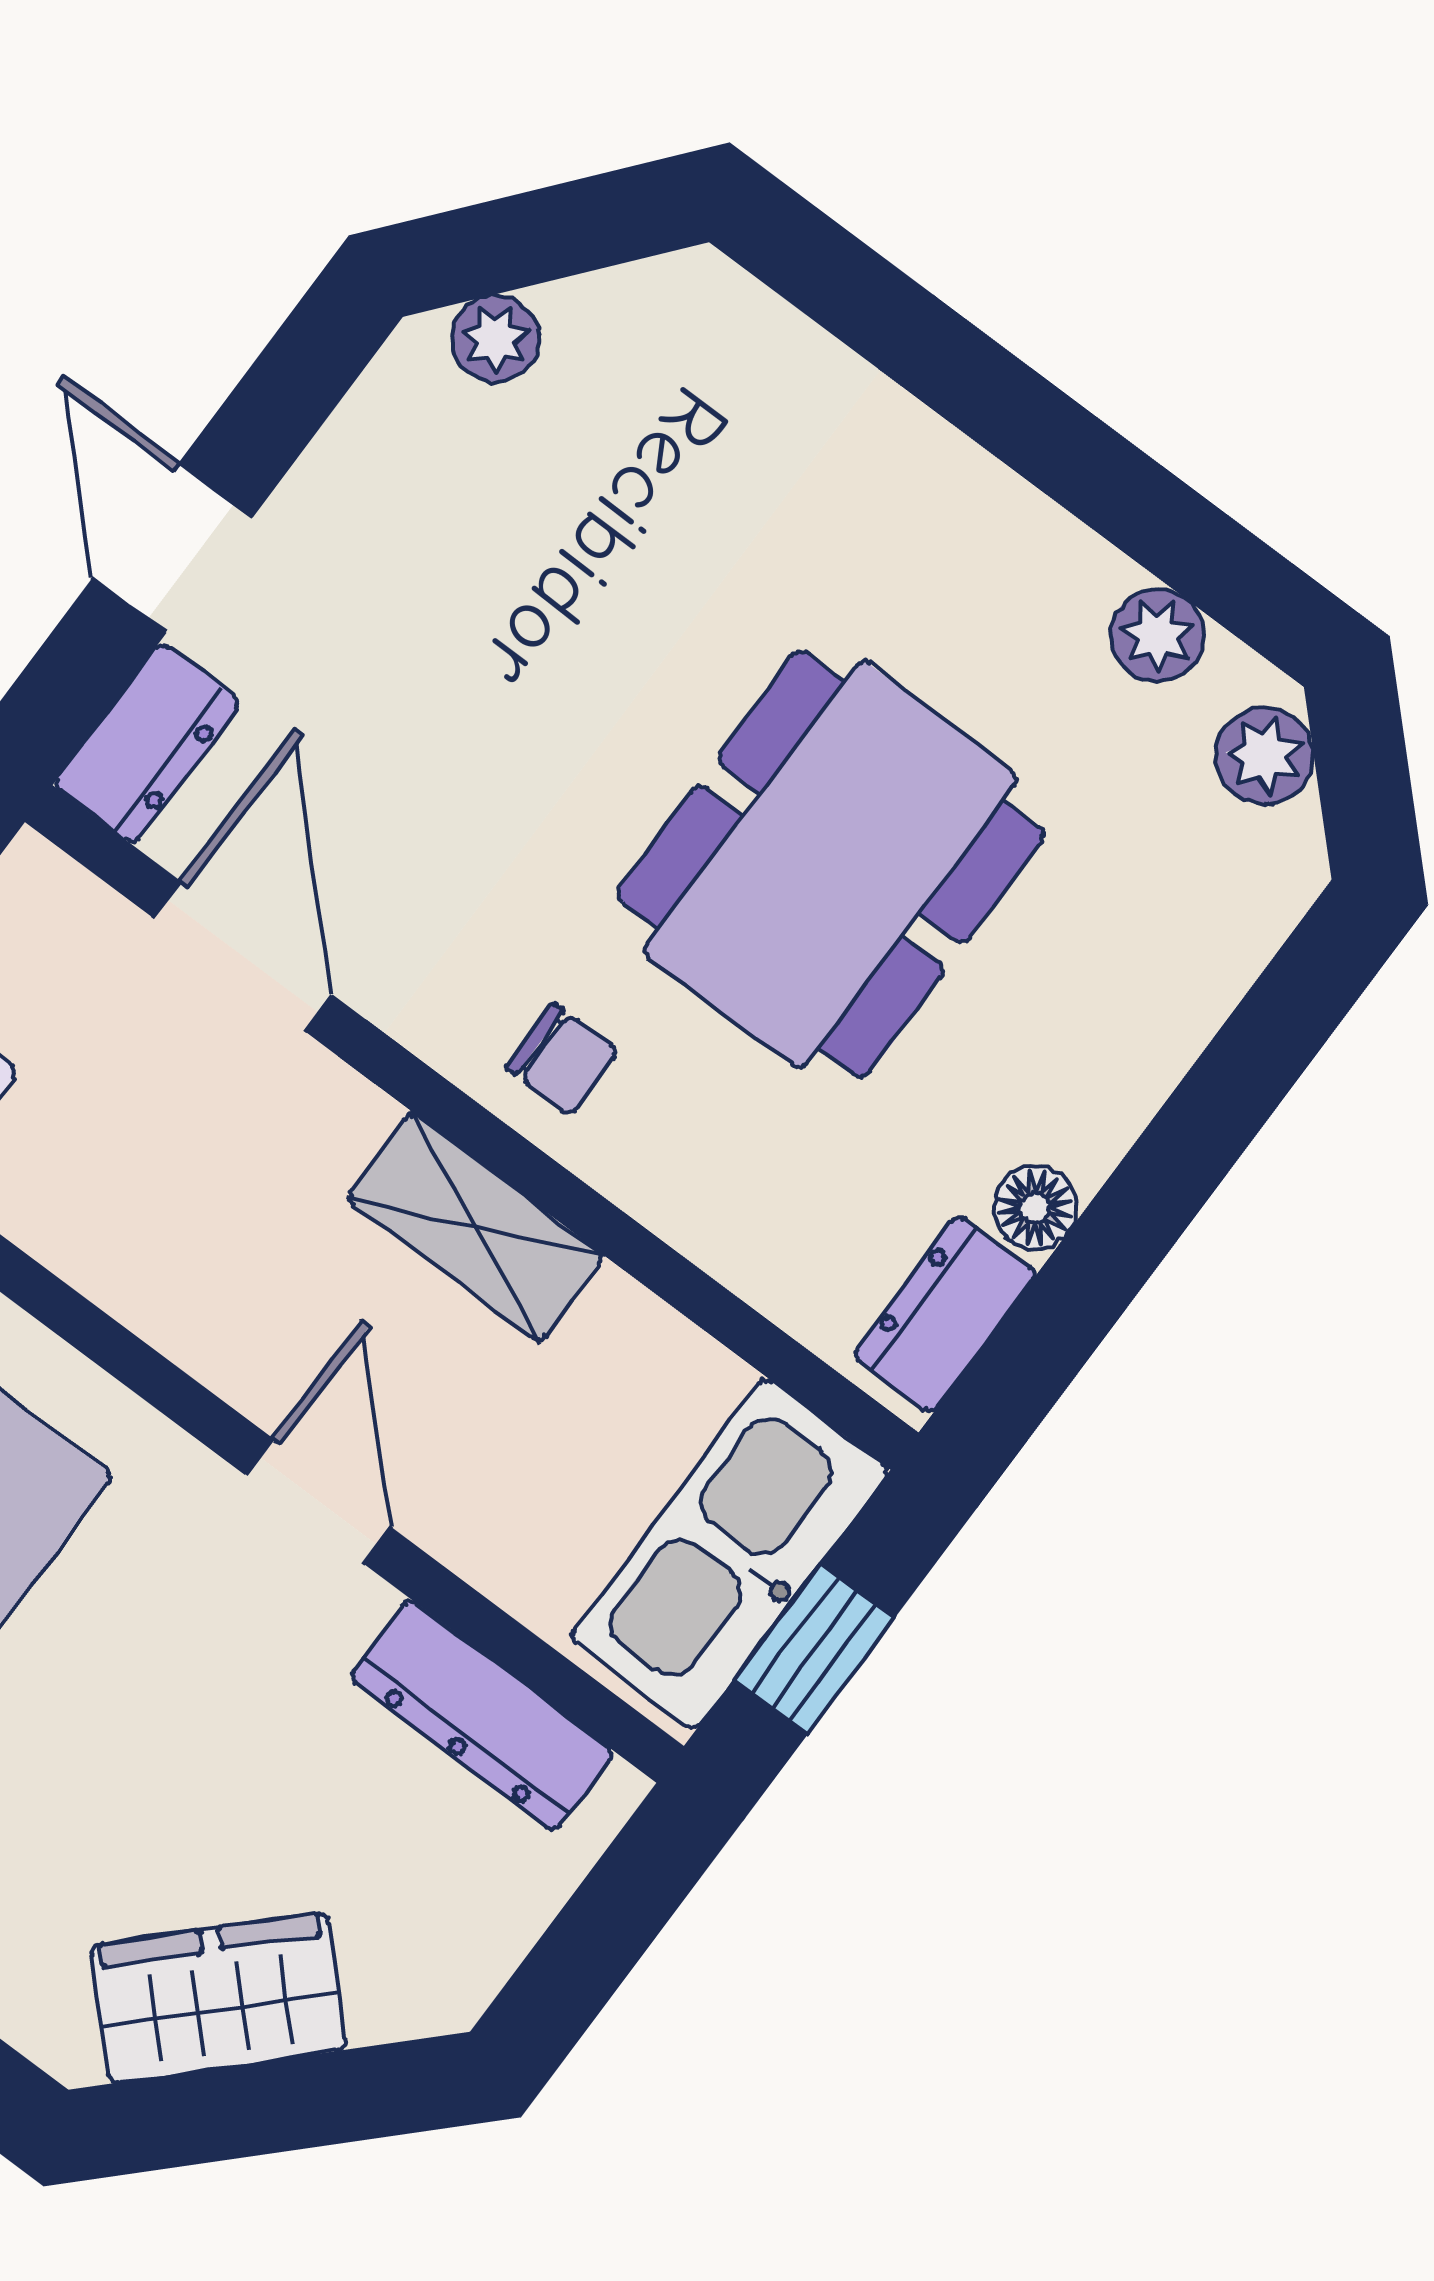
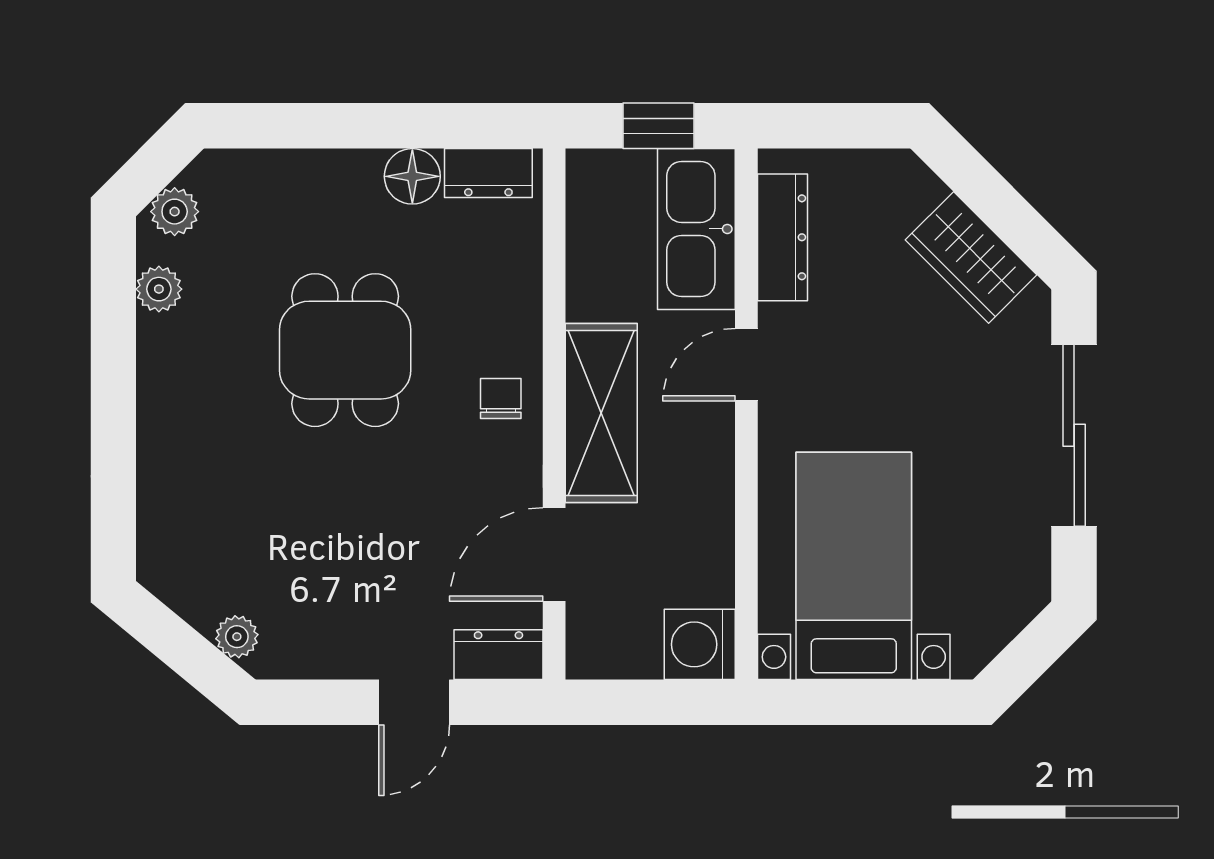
dining table: (831, 865) -> (345, 350), width x0.73
floor lamp: (1035, 1207) -> (412, 176), width x1.37, depth x1.37
shelving: (475, 1227) -> (601, 413), width x1.50, depth x1.33
kitchen sink: (730, 1554) -> (696, 229), moved, turned 90

